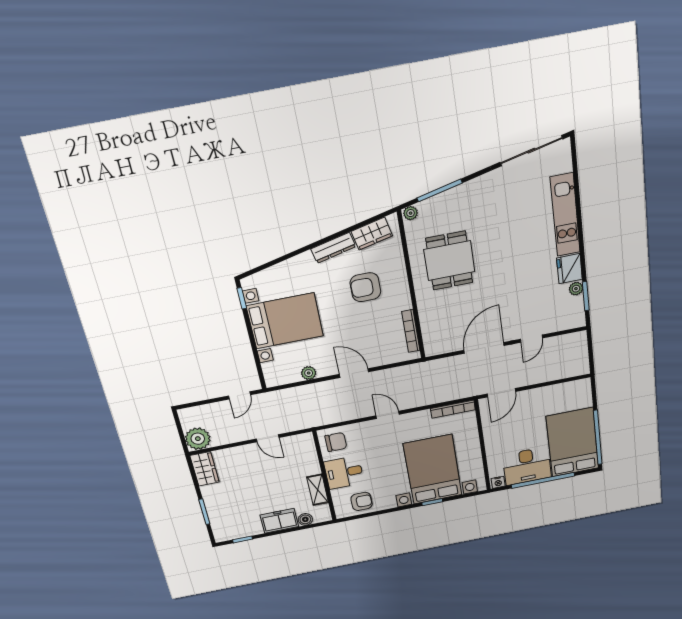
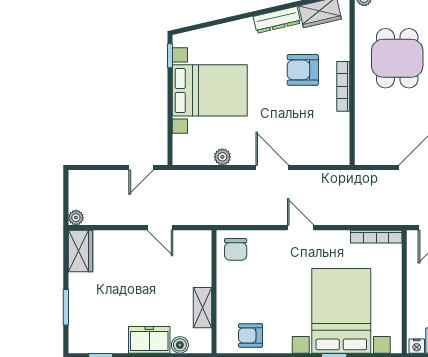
bookcase: (411, 331) -> (343, 86), moved
plant: (198, 439) -> (76, 218), width x0.53, depth x0.53
chair: (336, 442) -> (236, 249), turned 90
desk: (344, 472) -> (237, 291), removed
armchair: (362, 501) -> (251, 335), turned 180

